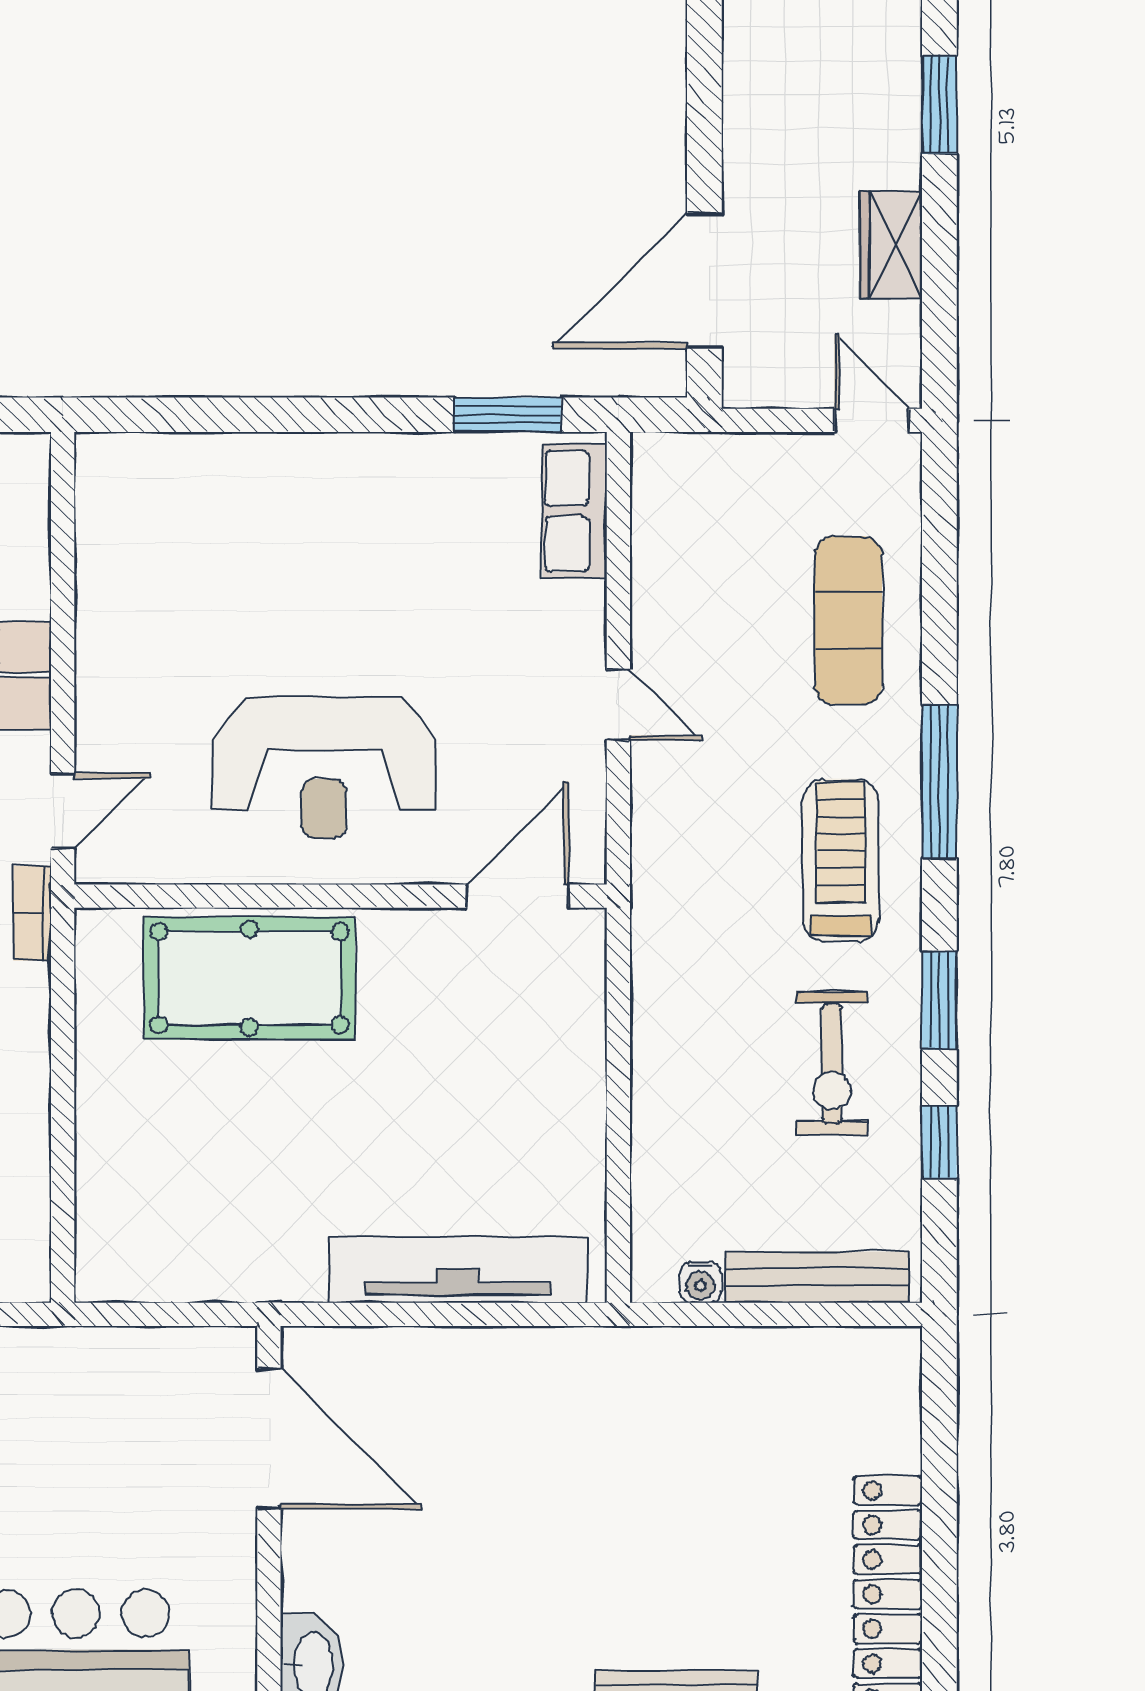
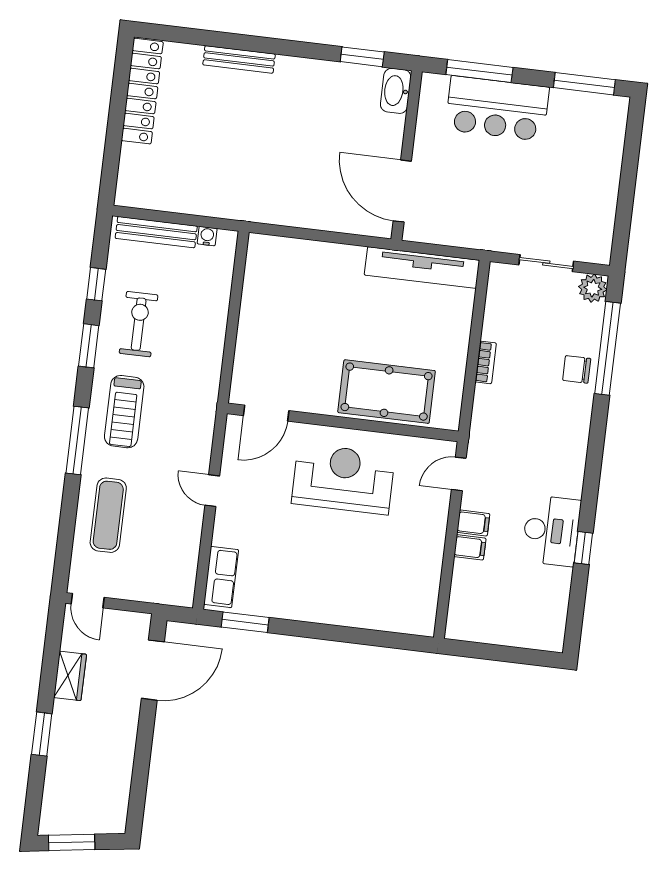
bookcase: (32, 913) -> (486, 362), moved
tv unit: (458, 1270) -> (422, 268), moved

